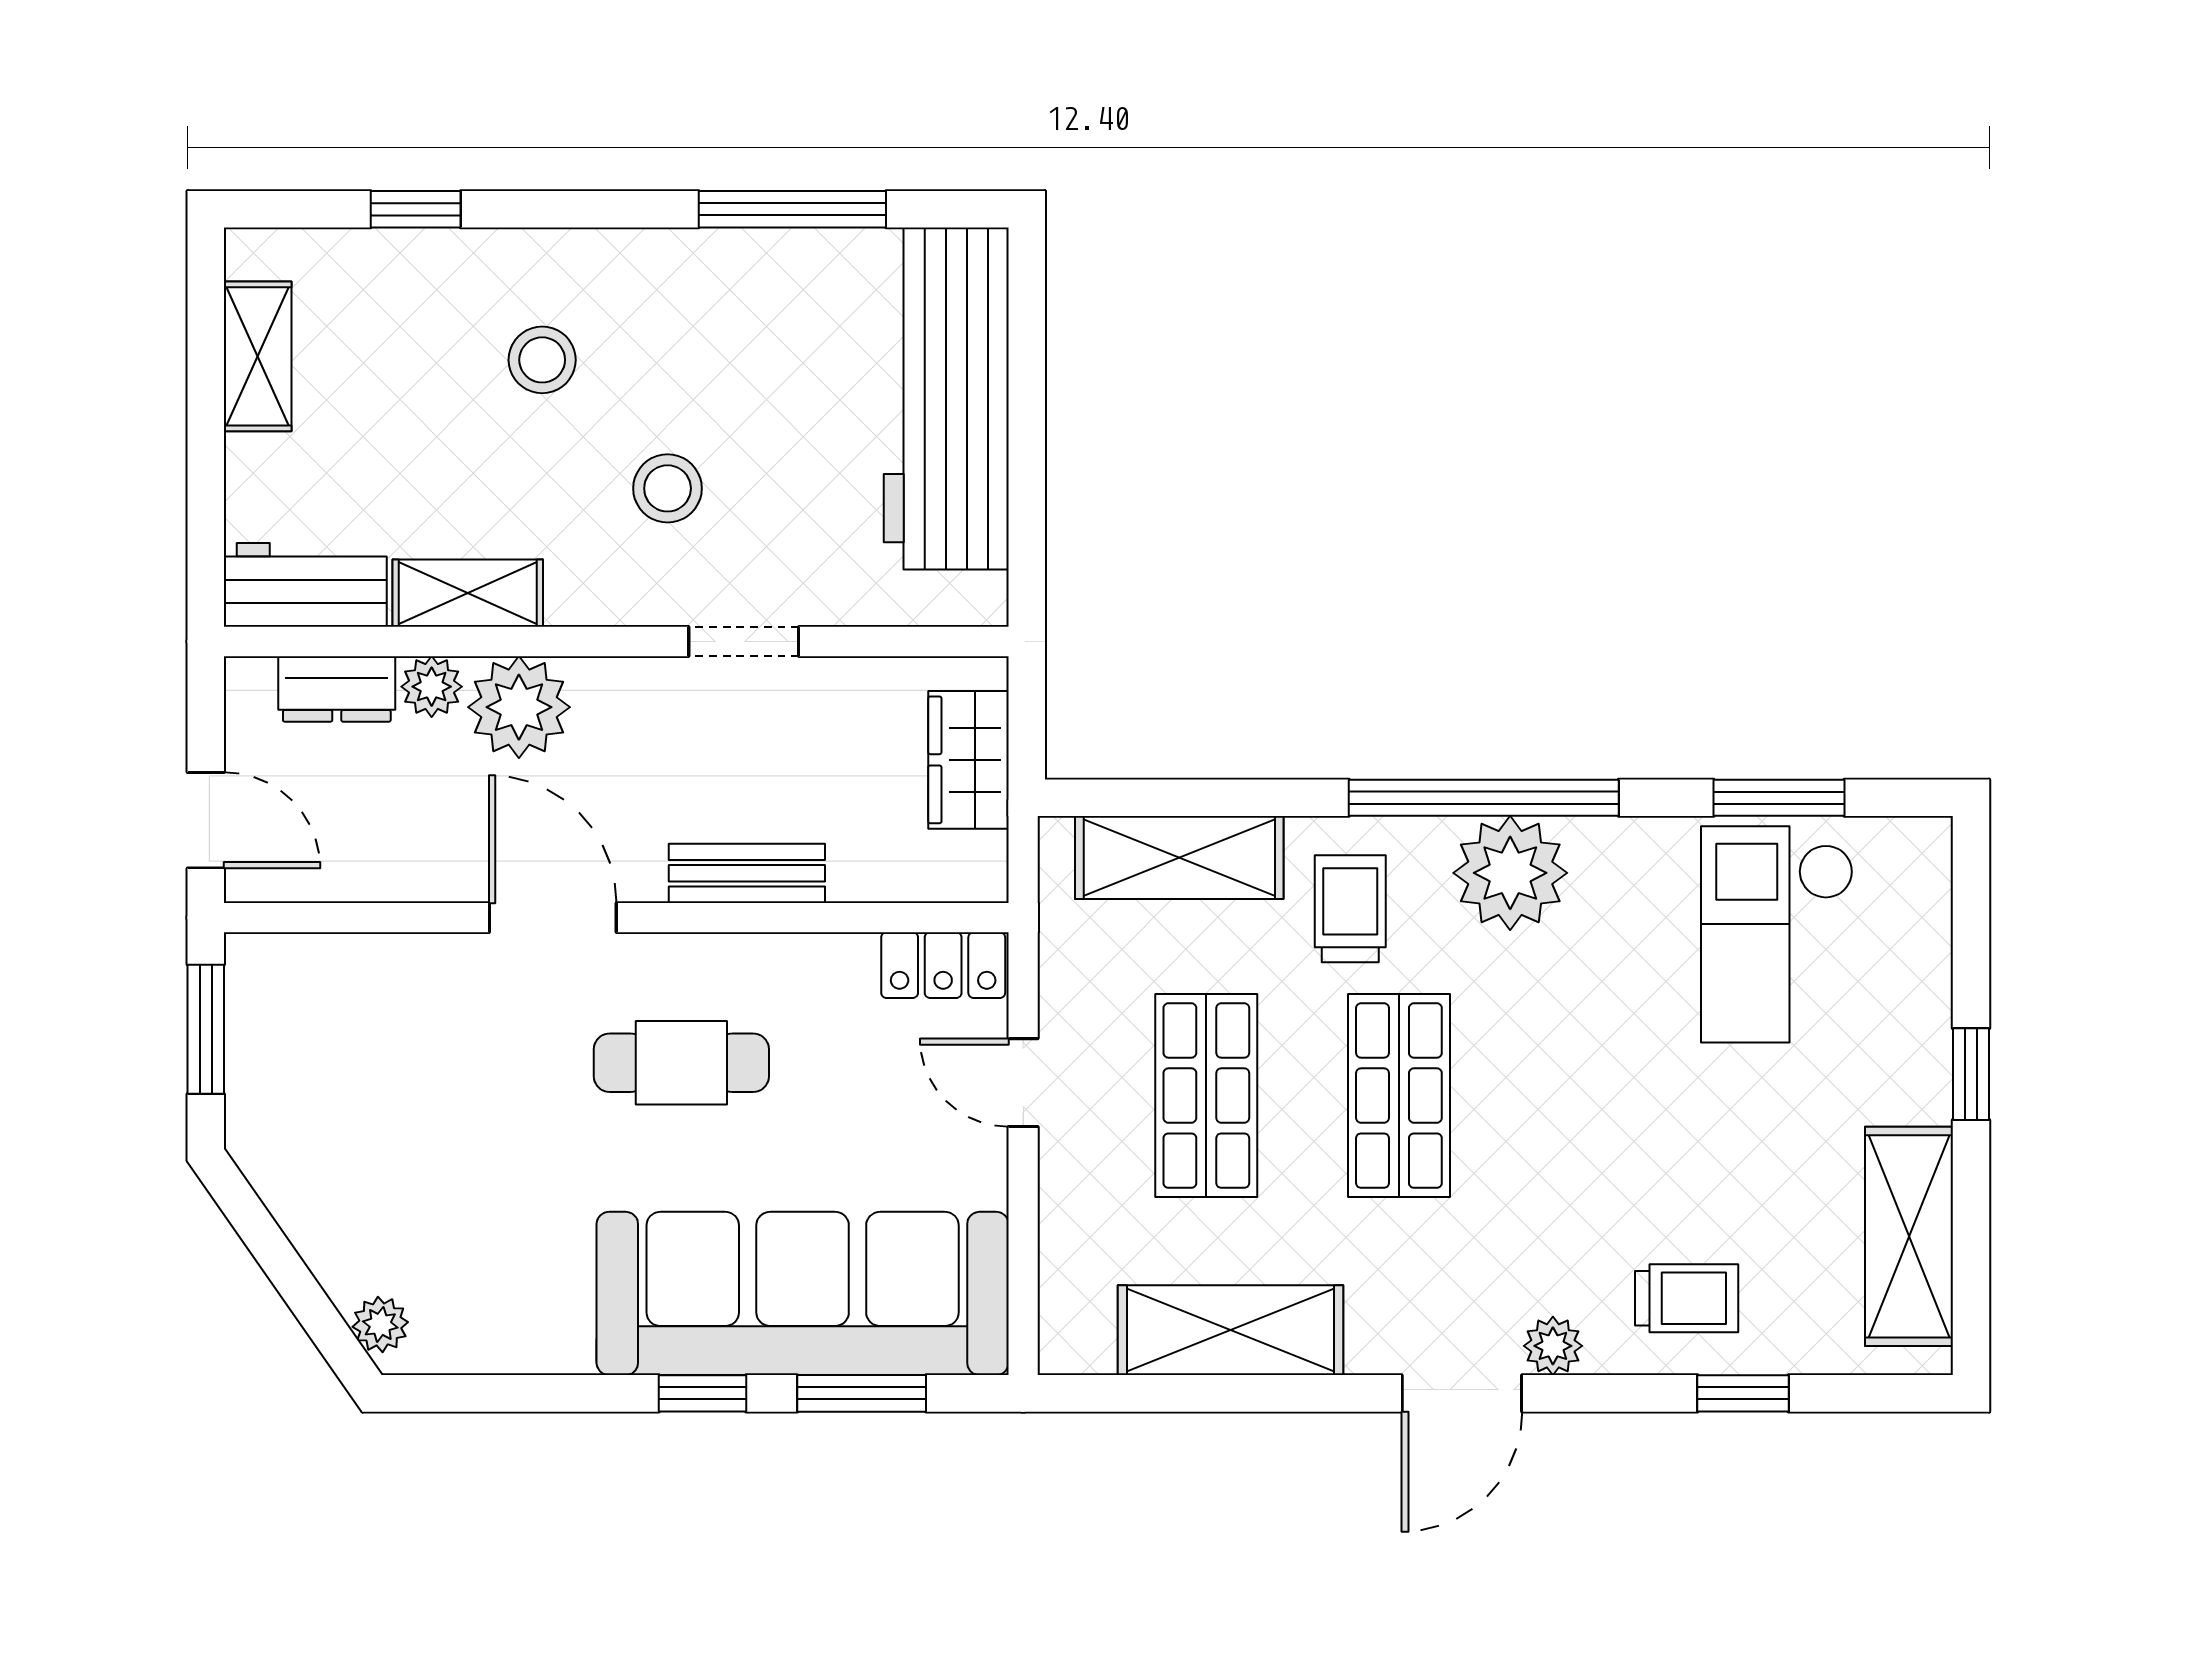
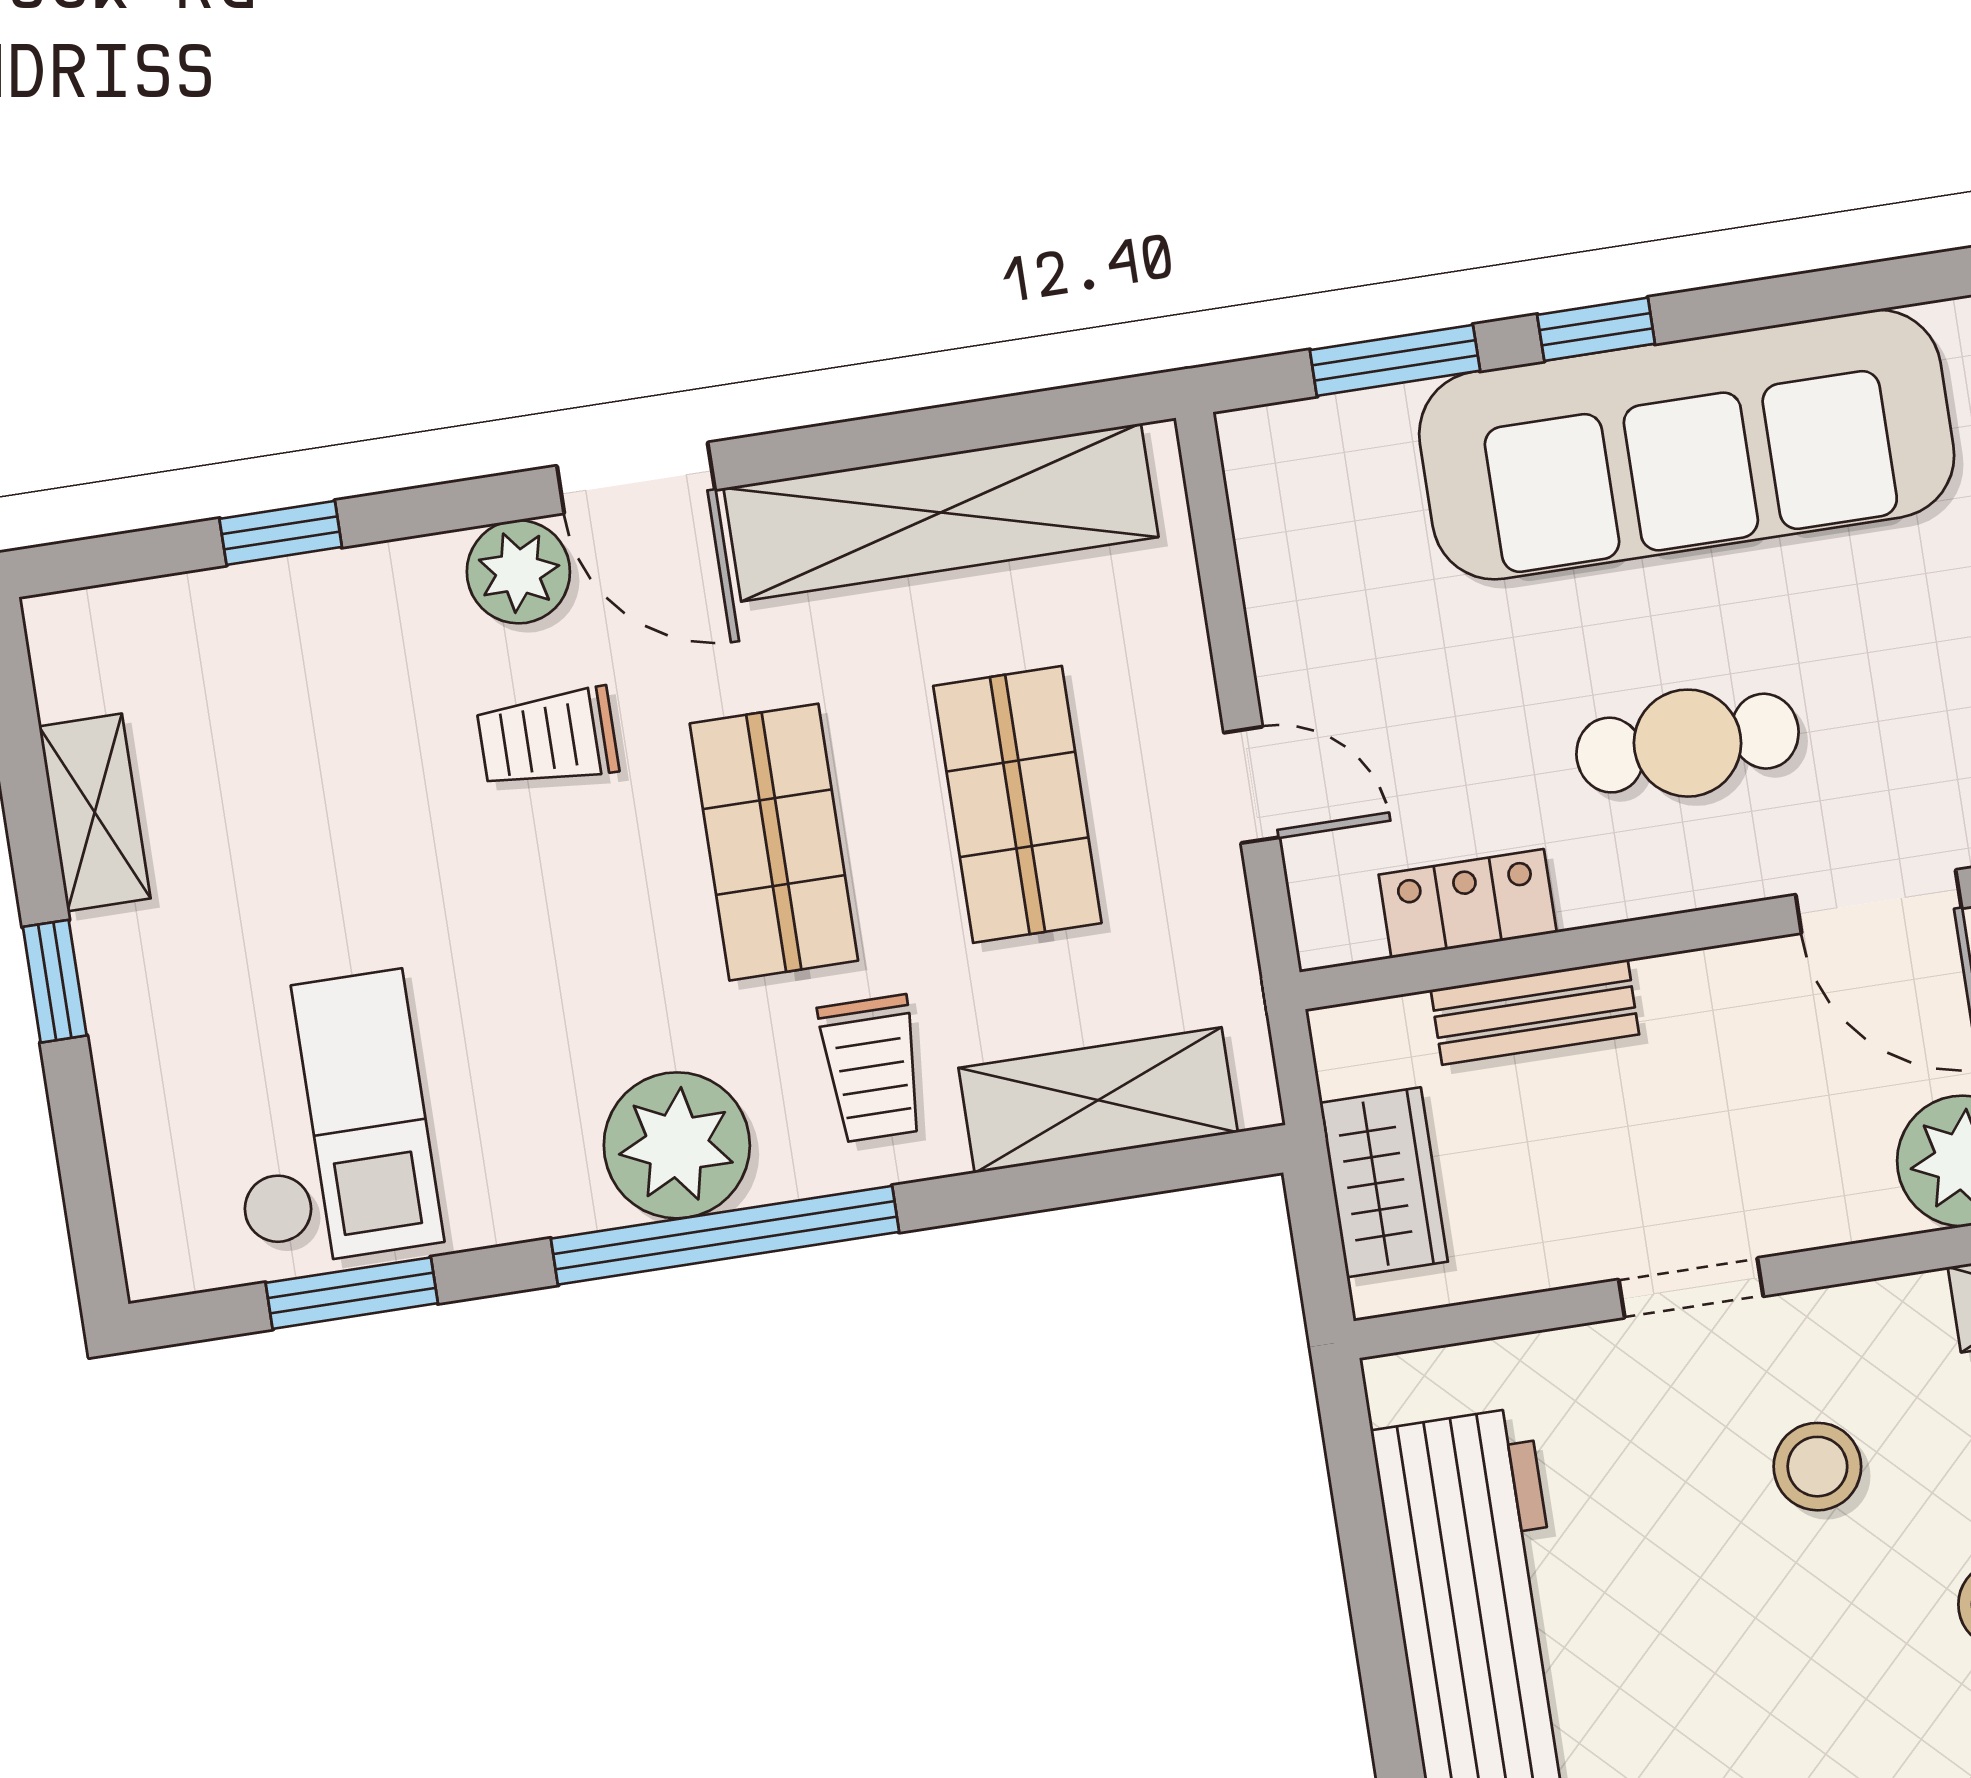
bench: (747, 873) -> (1535, 1012), moved
locker: (943, 965) -> (1468, 904), moved
shelving: (1909, 1236) -> (95, 812), width x0.67, depth x0.75
sofa: (803, 1293) -> (1687, 445), moved
trolley: (1687, 1298) -> (548, 738), moved
shelving: (1230, 1330) -> (941, 512), width x1.47
plant: (1553, 1346) -> (518, 572), width x1.38, depth x1.38
door: (1462, 1393) -> (636, 478), swing flipped

